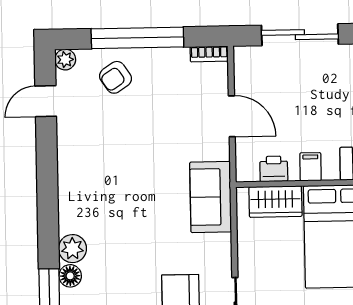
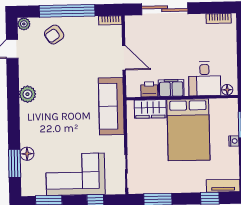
filing cabinet: (310, 167) -> (171, 88), width x2.00
sofa: (211, 197) -> (111, 106), width x1.36
plant: (72, 249) -> (27, 94), moved

